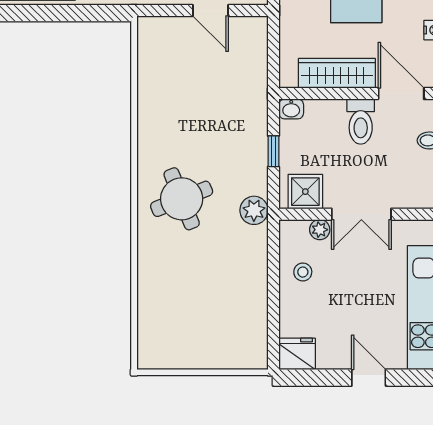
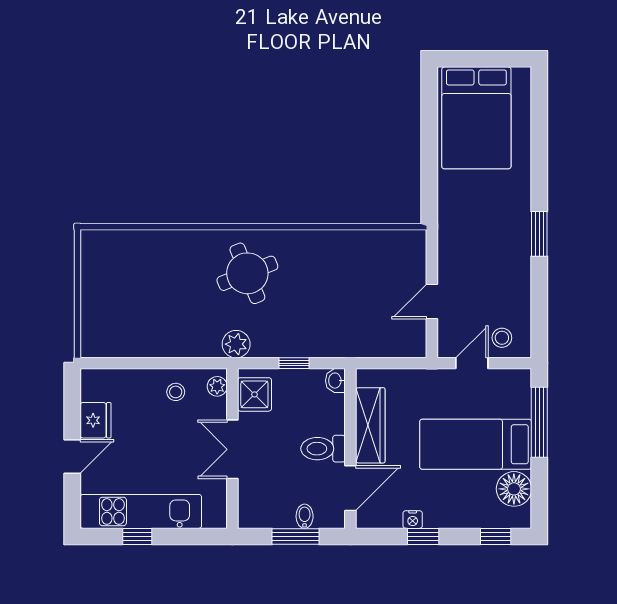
plant: (320, 230) -> (217, 386), moved
fridge: (297, 354) -> (96, 420), moved

